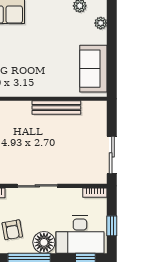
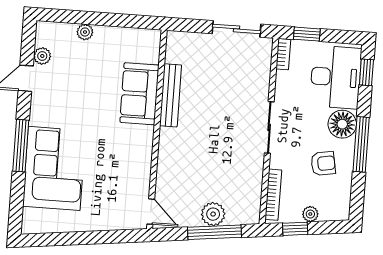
plant: (101, 23) -> (85, 32), moved
sofa: (93, 69) -> (139, 94), moved, turned 90
window: (112, 226) -> (307, 34), moved

